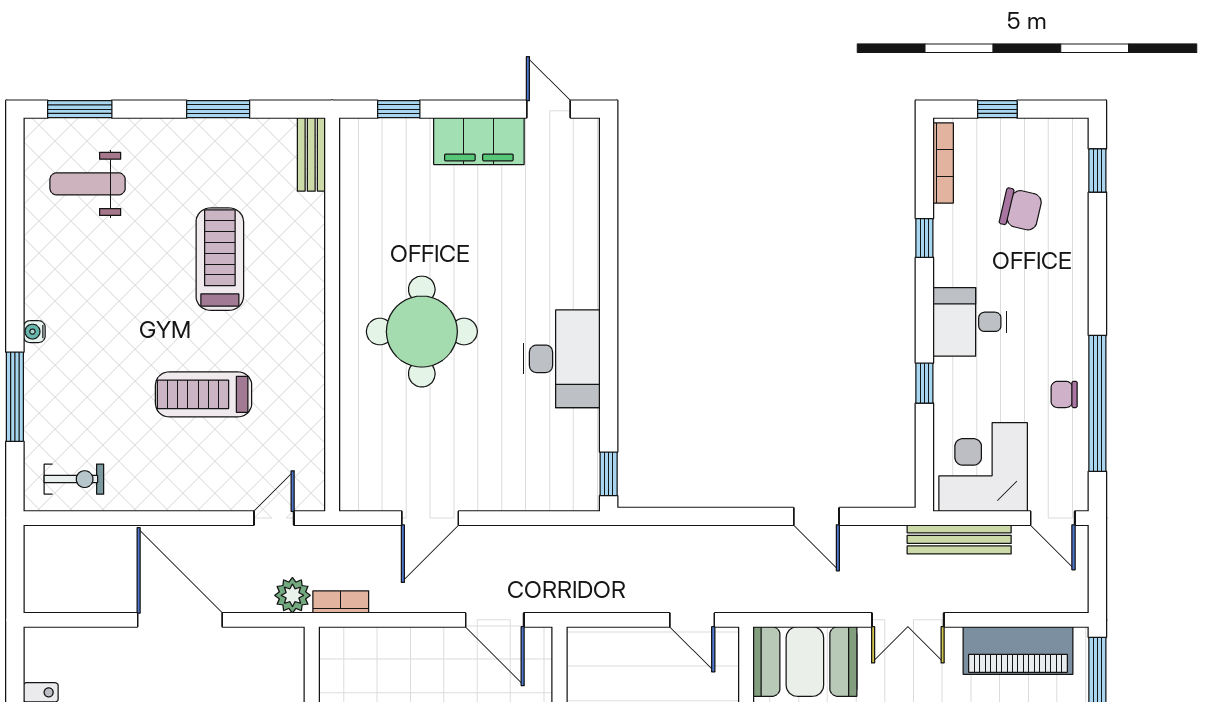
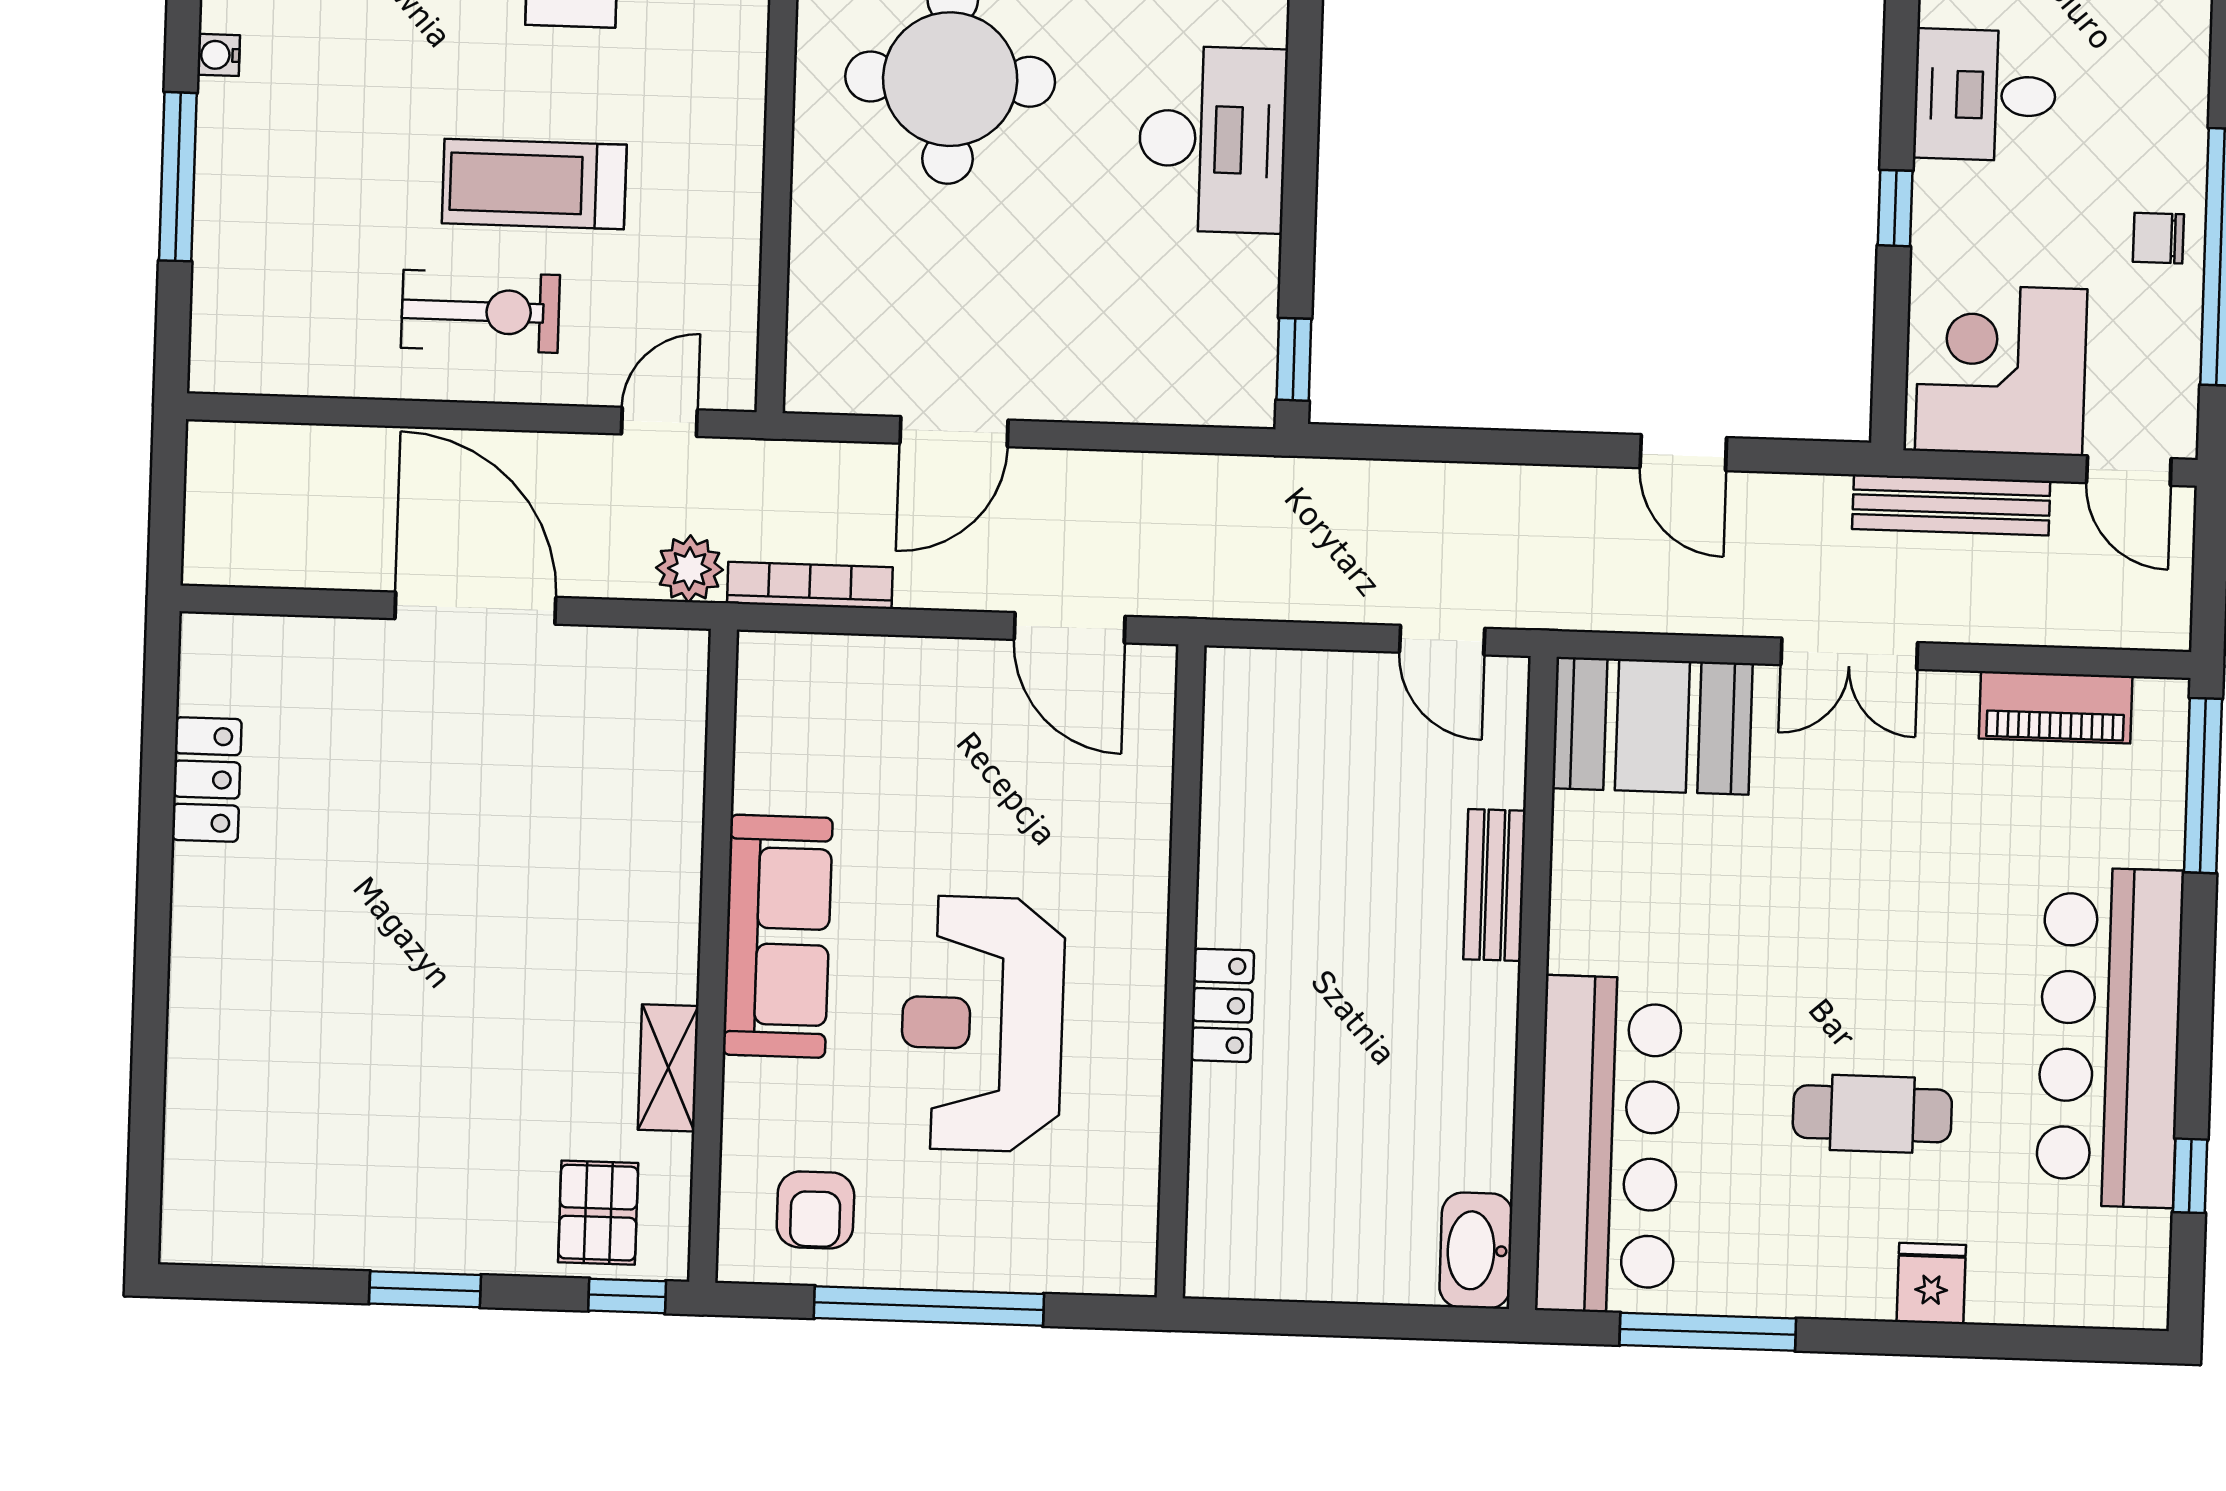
exercise bike: (74, 479) -> (480, 311), moved, width x1.38, depth x1.39
bookcase: (341, 602) -> (810, 585), width x1.56
piano: (1018, 650) -> (2056, 707), width x0.73, depth x0.75

